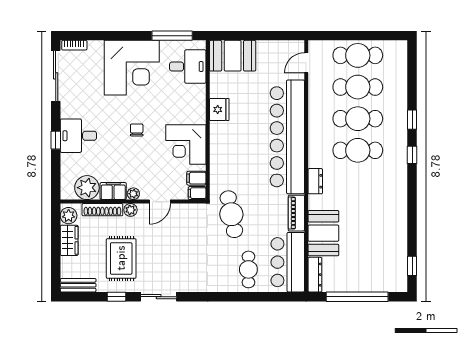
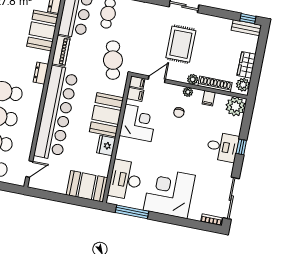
desk: (188, 66) -> (125, 180), width x1.37
chair: (137, 130) -> (179, 113), moved
booth: (226, 147) -> (106, 115), added
plant: (87, 188) -> (236, 106), moved
filing cabinet: (113, 191) -> (209, 98), width x0.50
door: (160, 202) -> (157, 79), moved
rug: (121, 258) -> (181, 44), moved
window: (116, 297) -> (248, 19), moved

